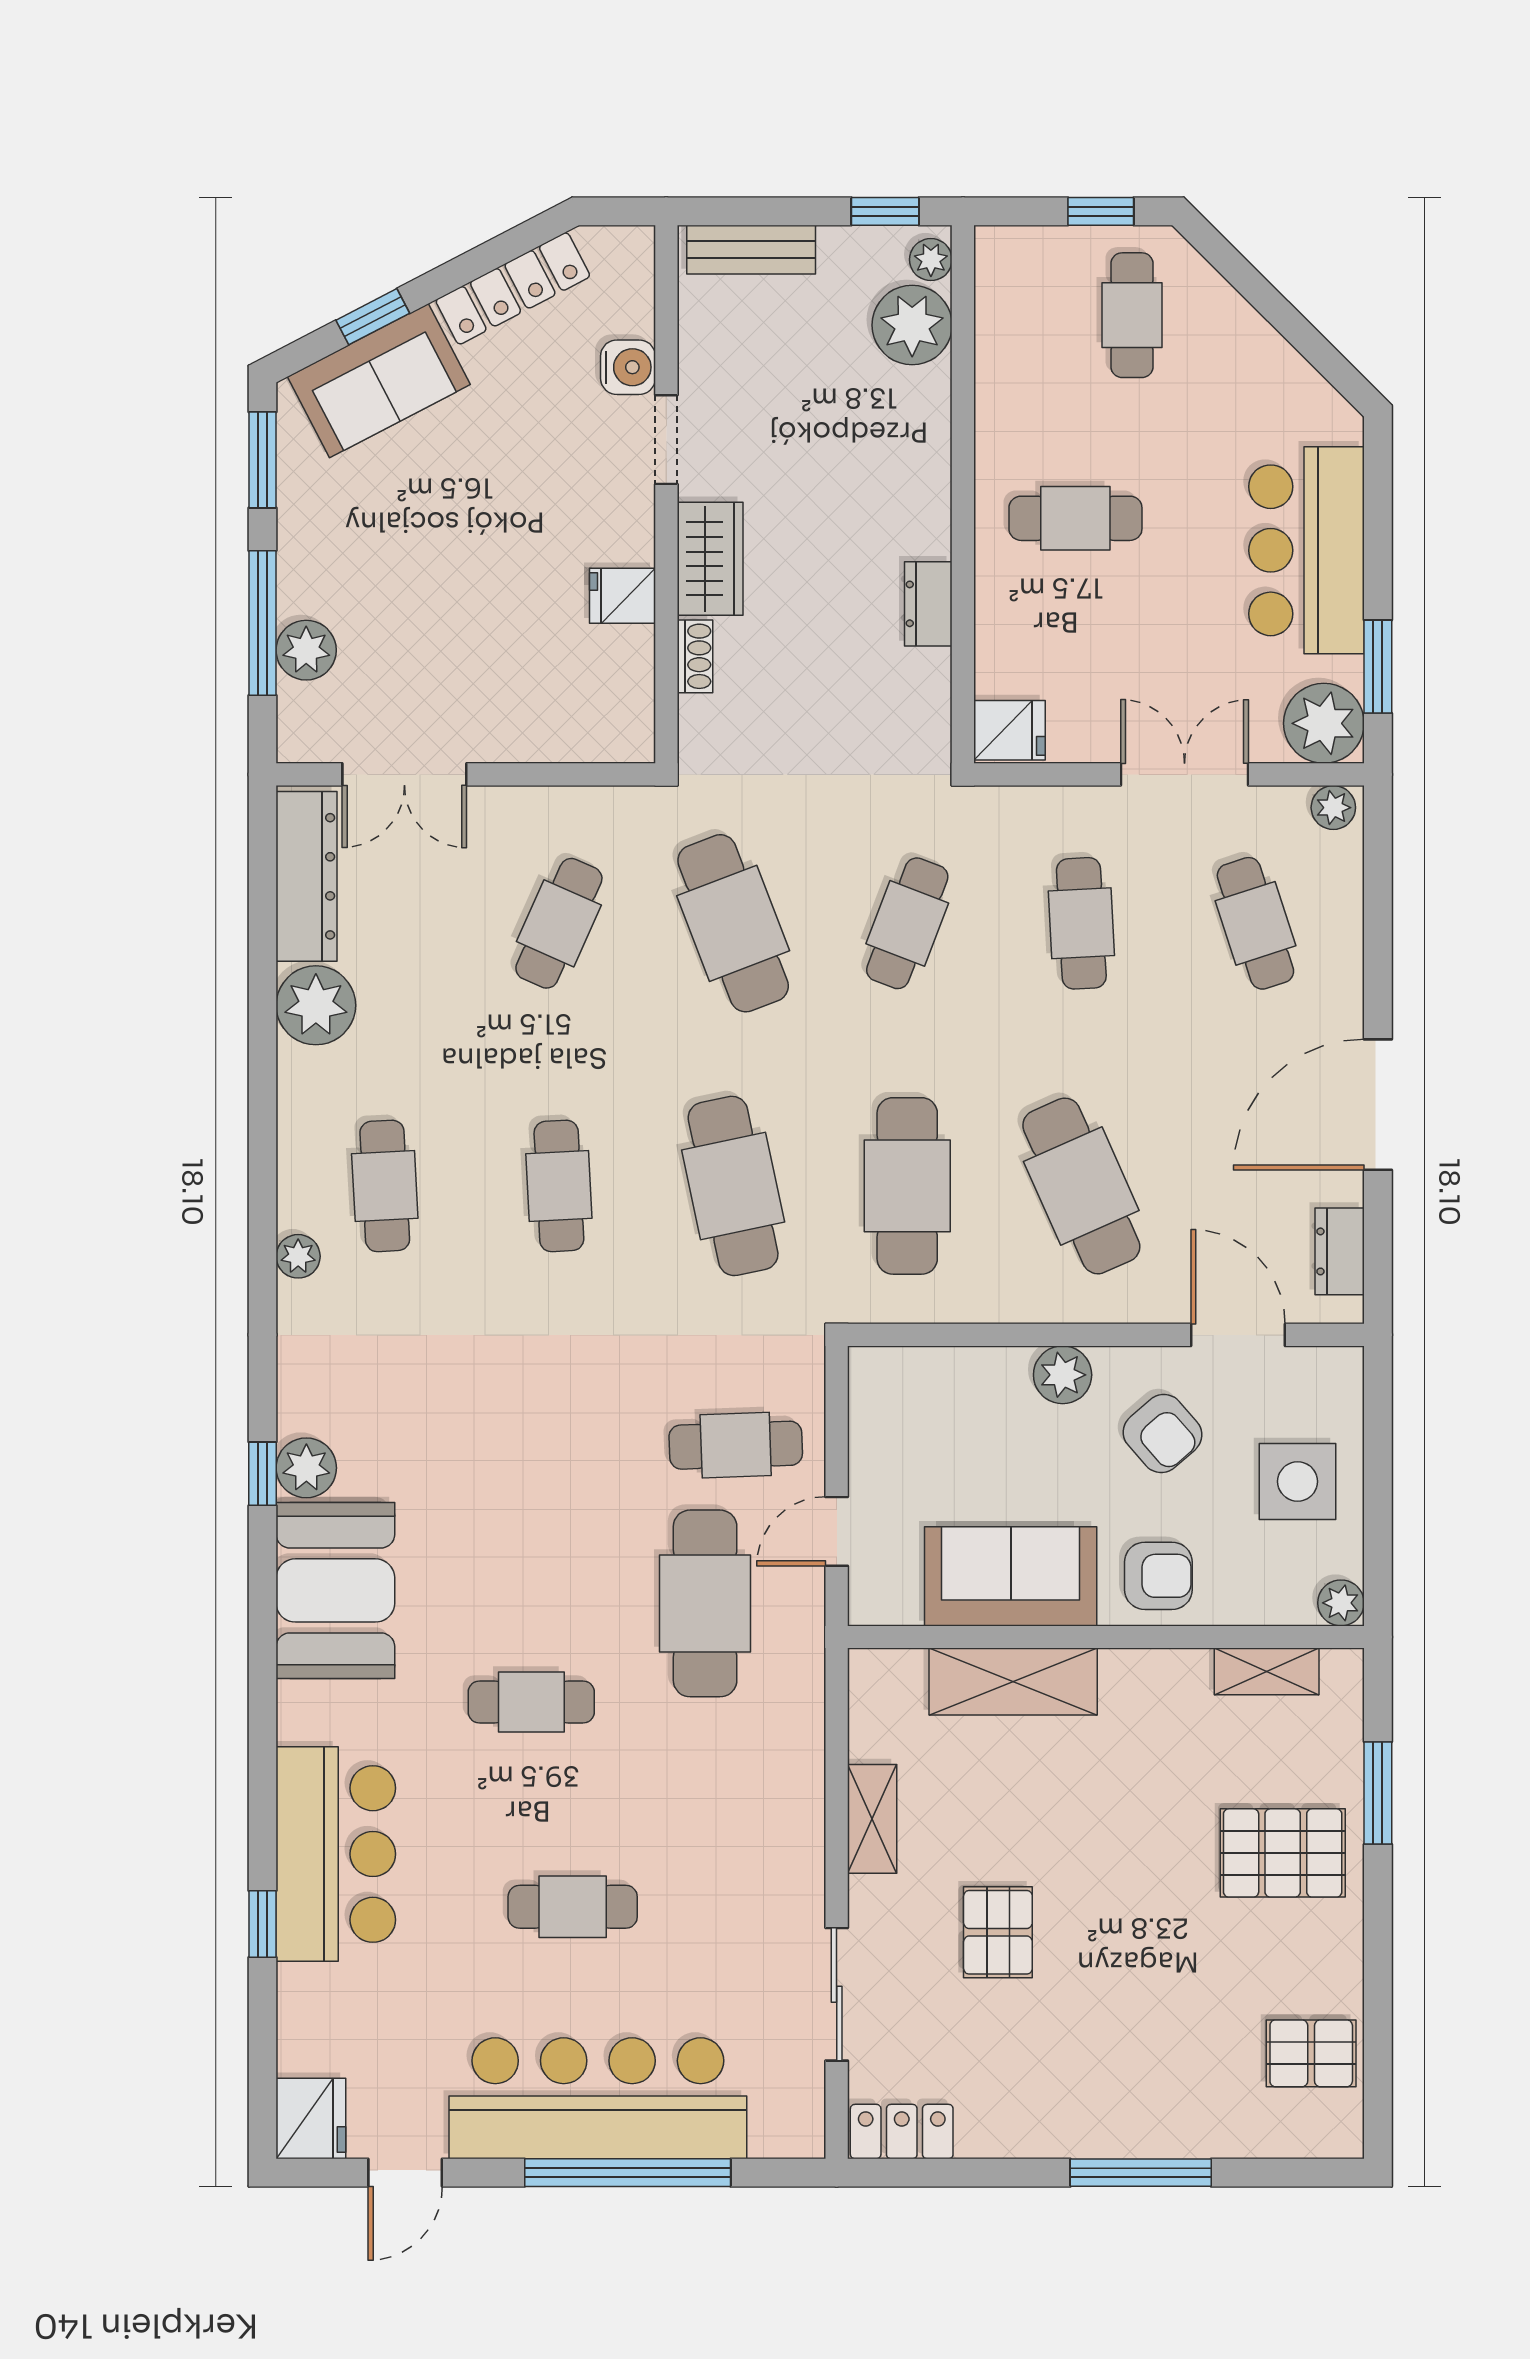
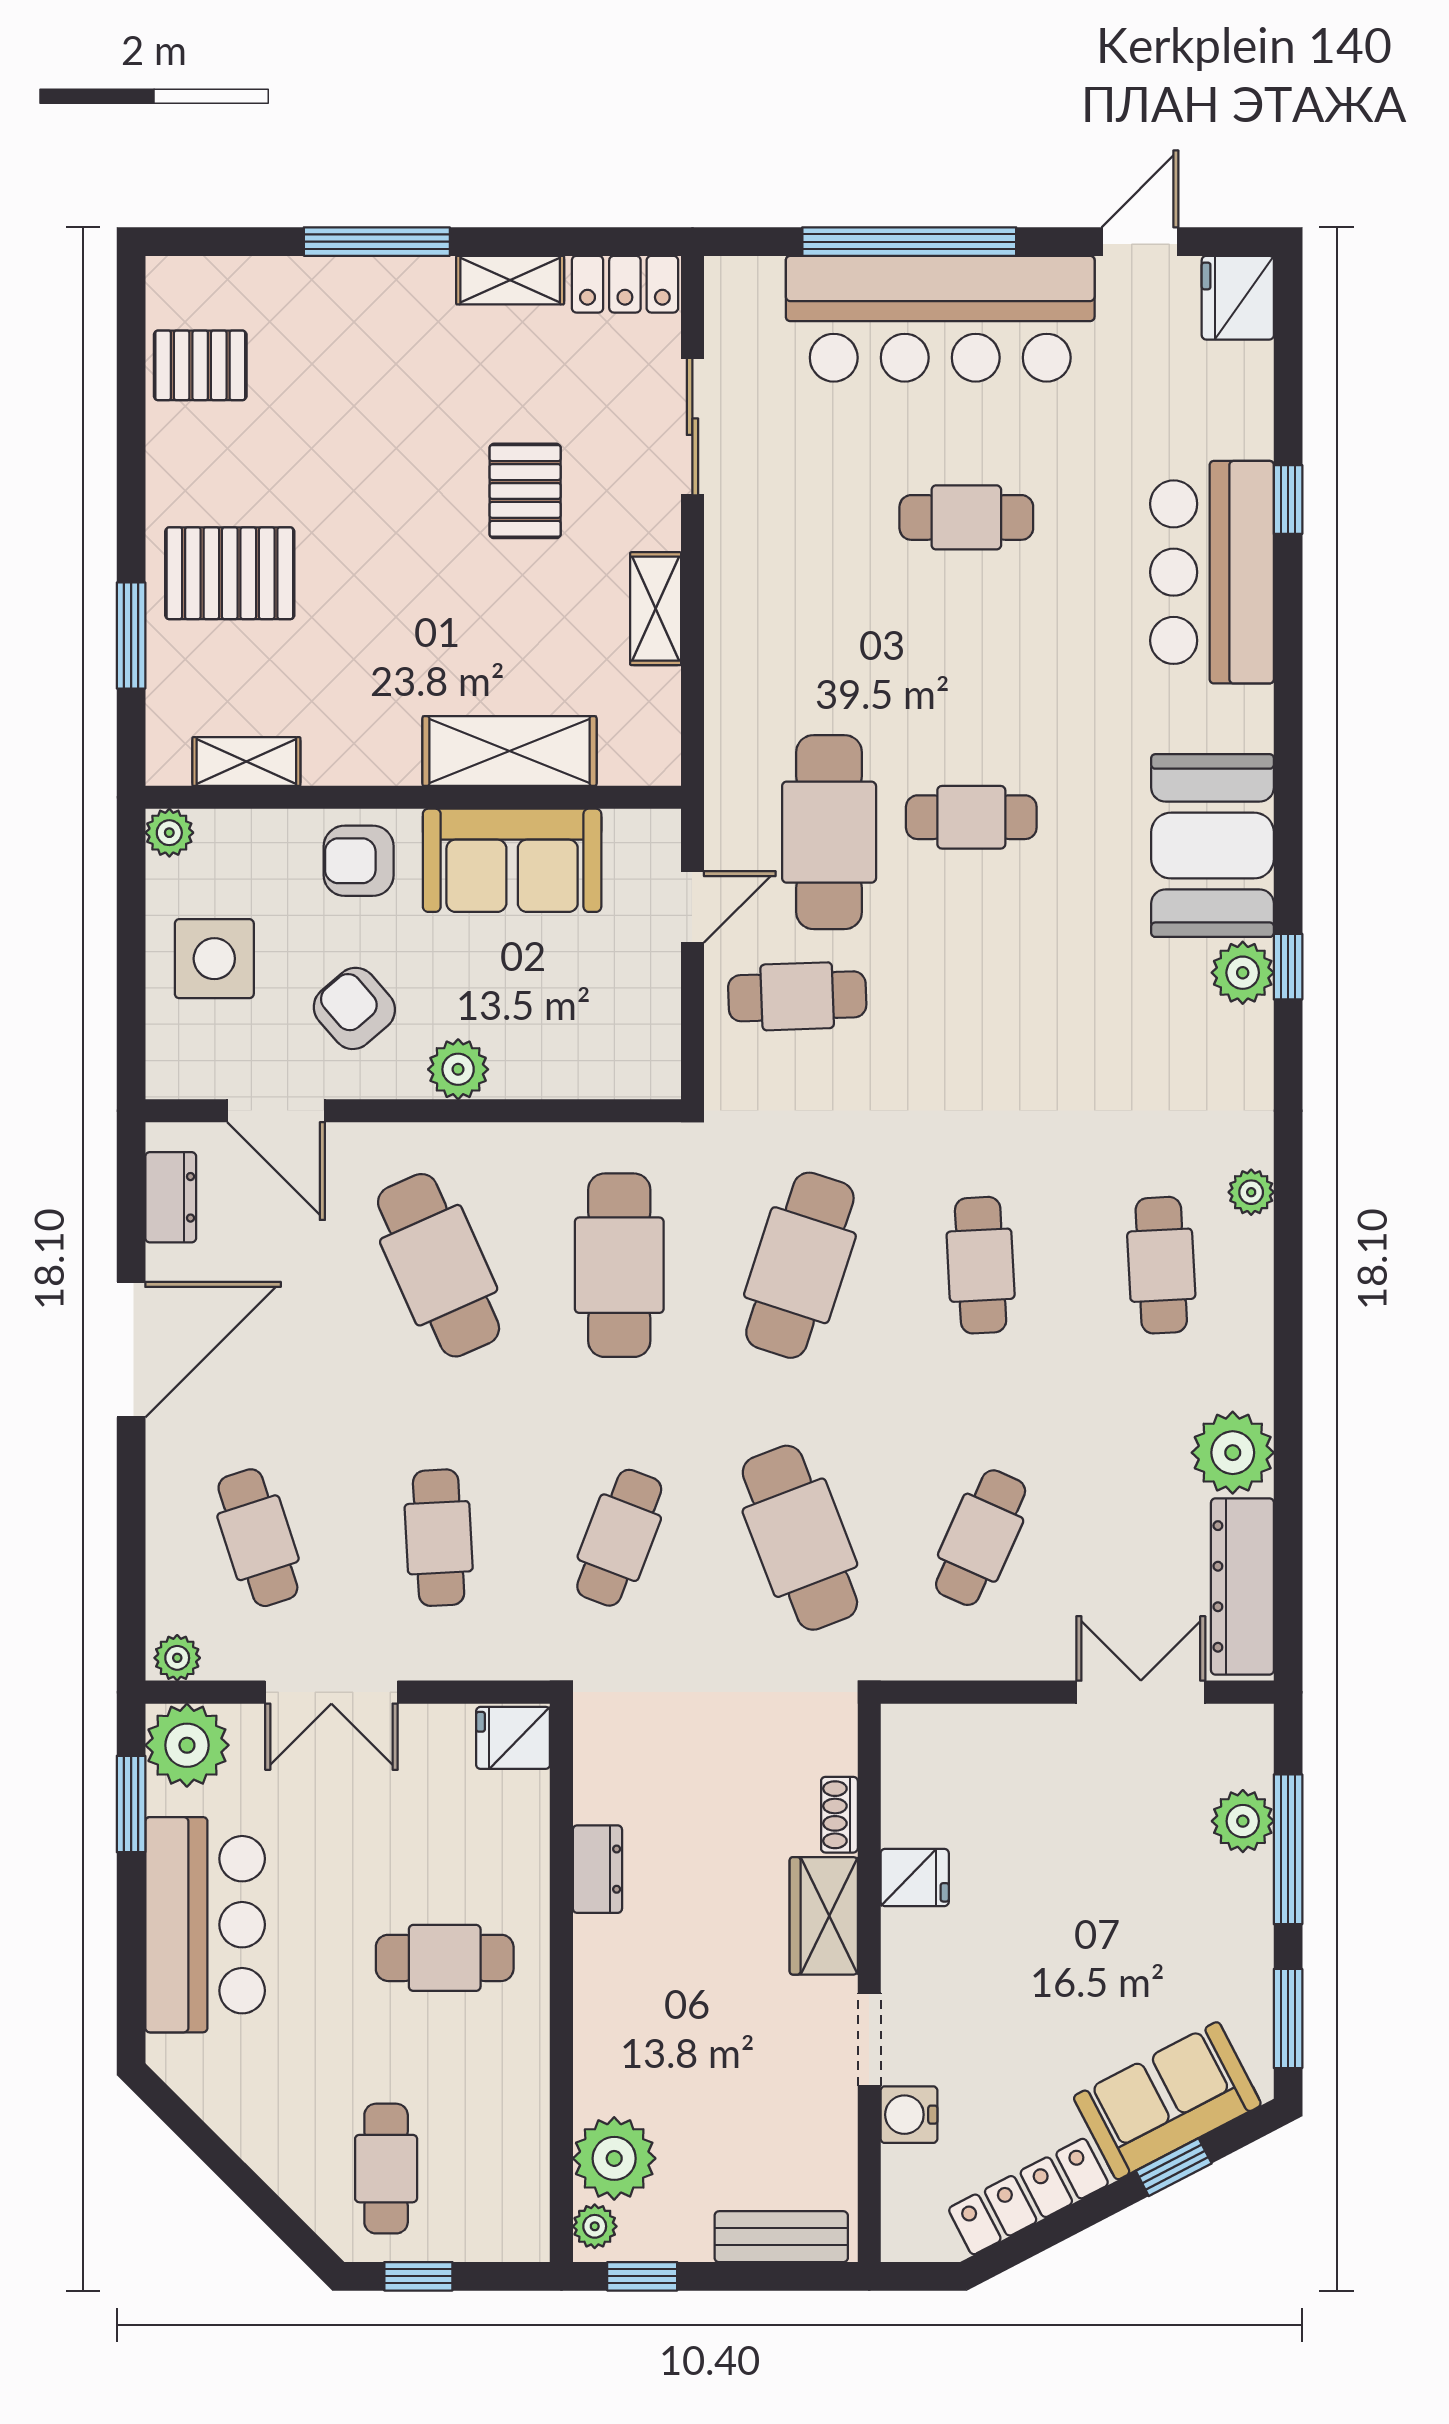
cafe table: (733, 1186) -> (800, 1265), turned 30
cafe table: (531, 1702) -> (971, 817), moved
shelving: (1012, 2135) -> (510, 280), added

